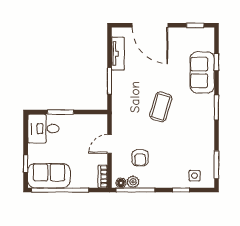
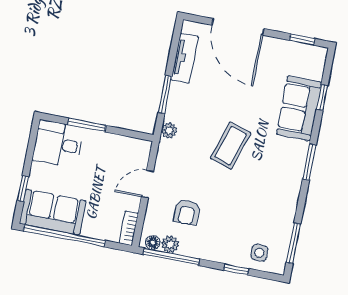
plant: (117, 105) -> (169, 130), added

